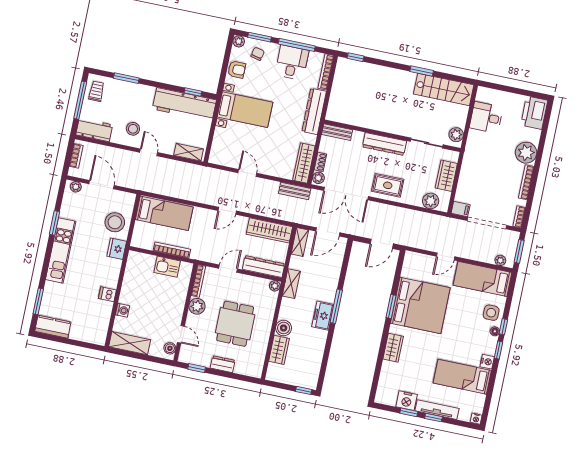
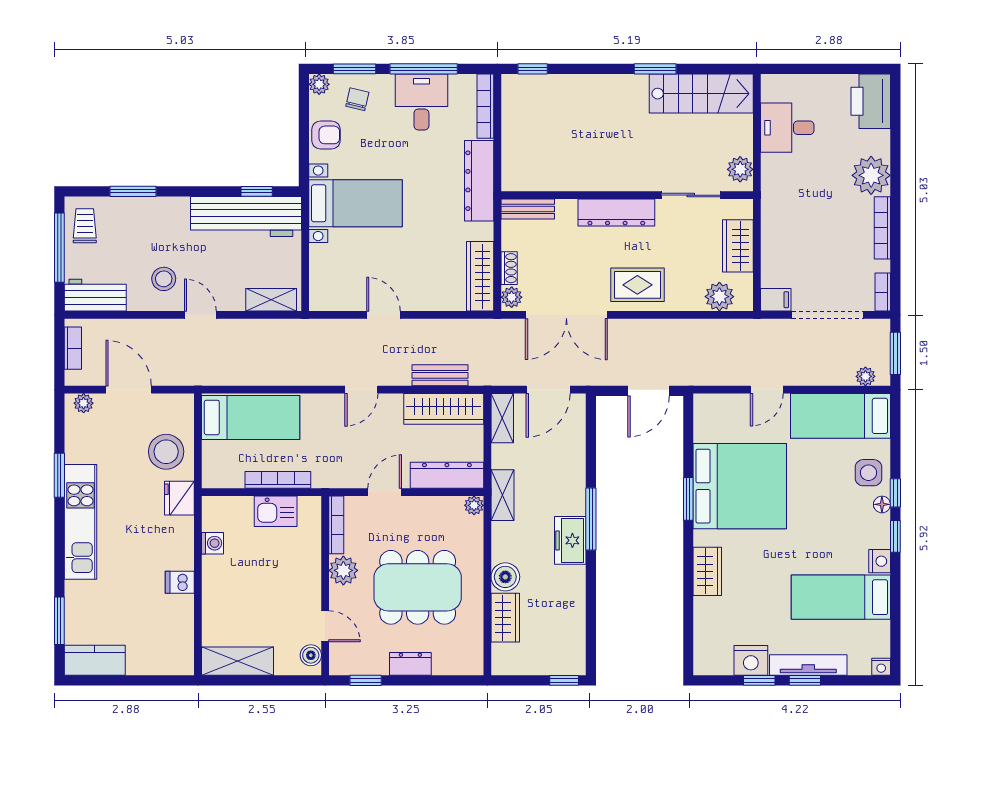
bench: (295, 191) -> (440, 375), moved
washing machine: (122, 310) -> (212, 543), moved
dining table: (235, 324) -> (418, 587), width x1.38

